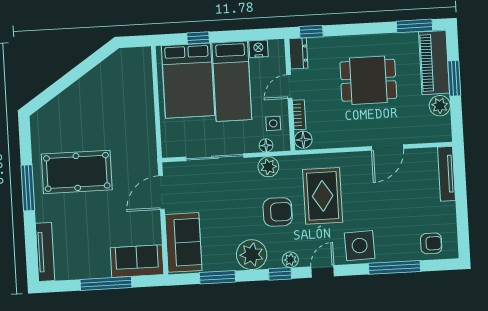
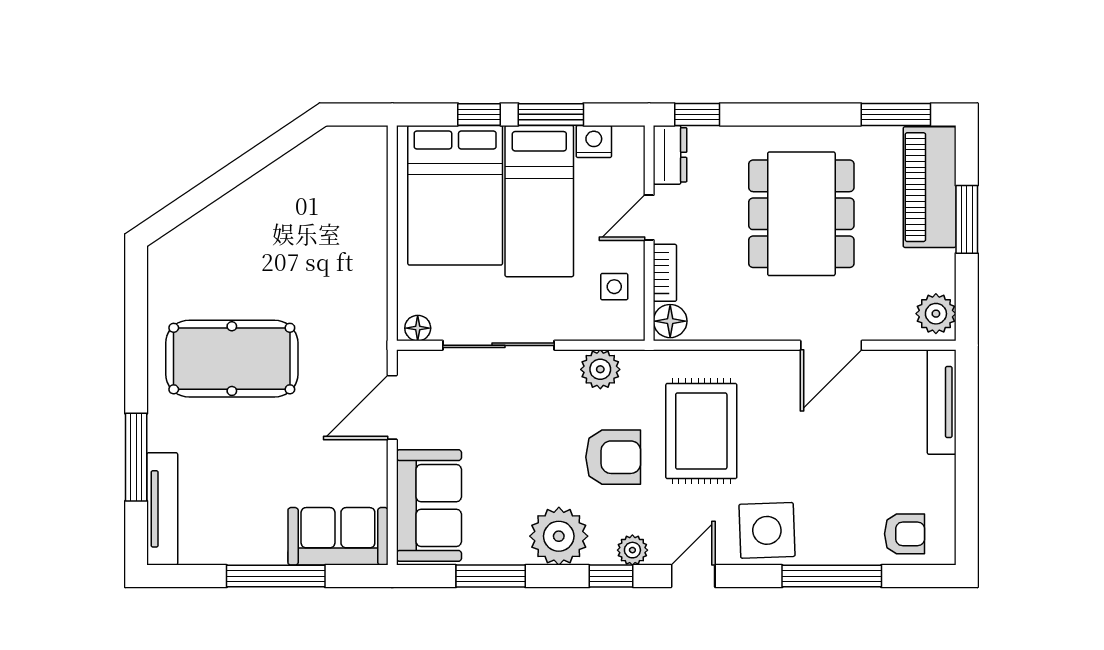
window: (235, 36) -> (551, 114), added
dining table: (368, 80) -> (801, 214), width x1.38
plant: (440, 106) -> (936, 314), moved
floor lamp: (266, 145) -> (418, 328), moved
window: (28, 188) -> (136, 457), moved

